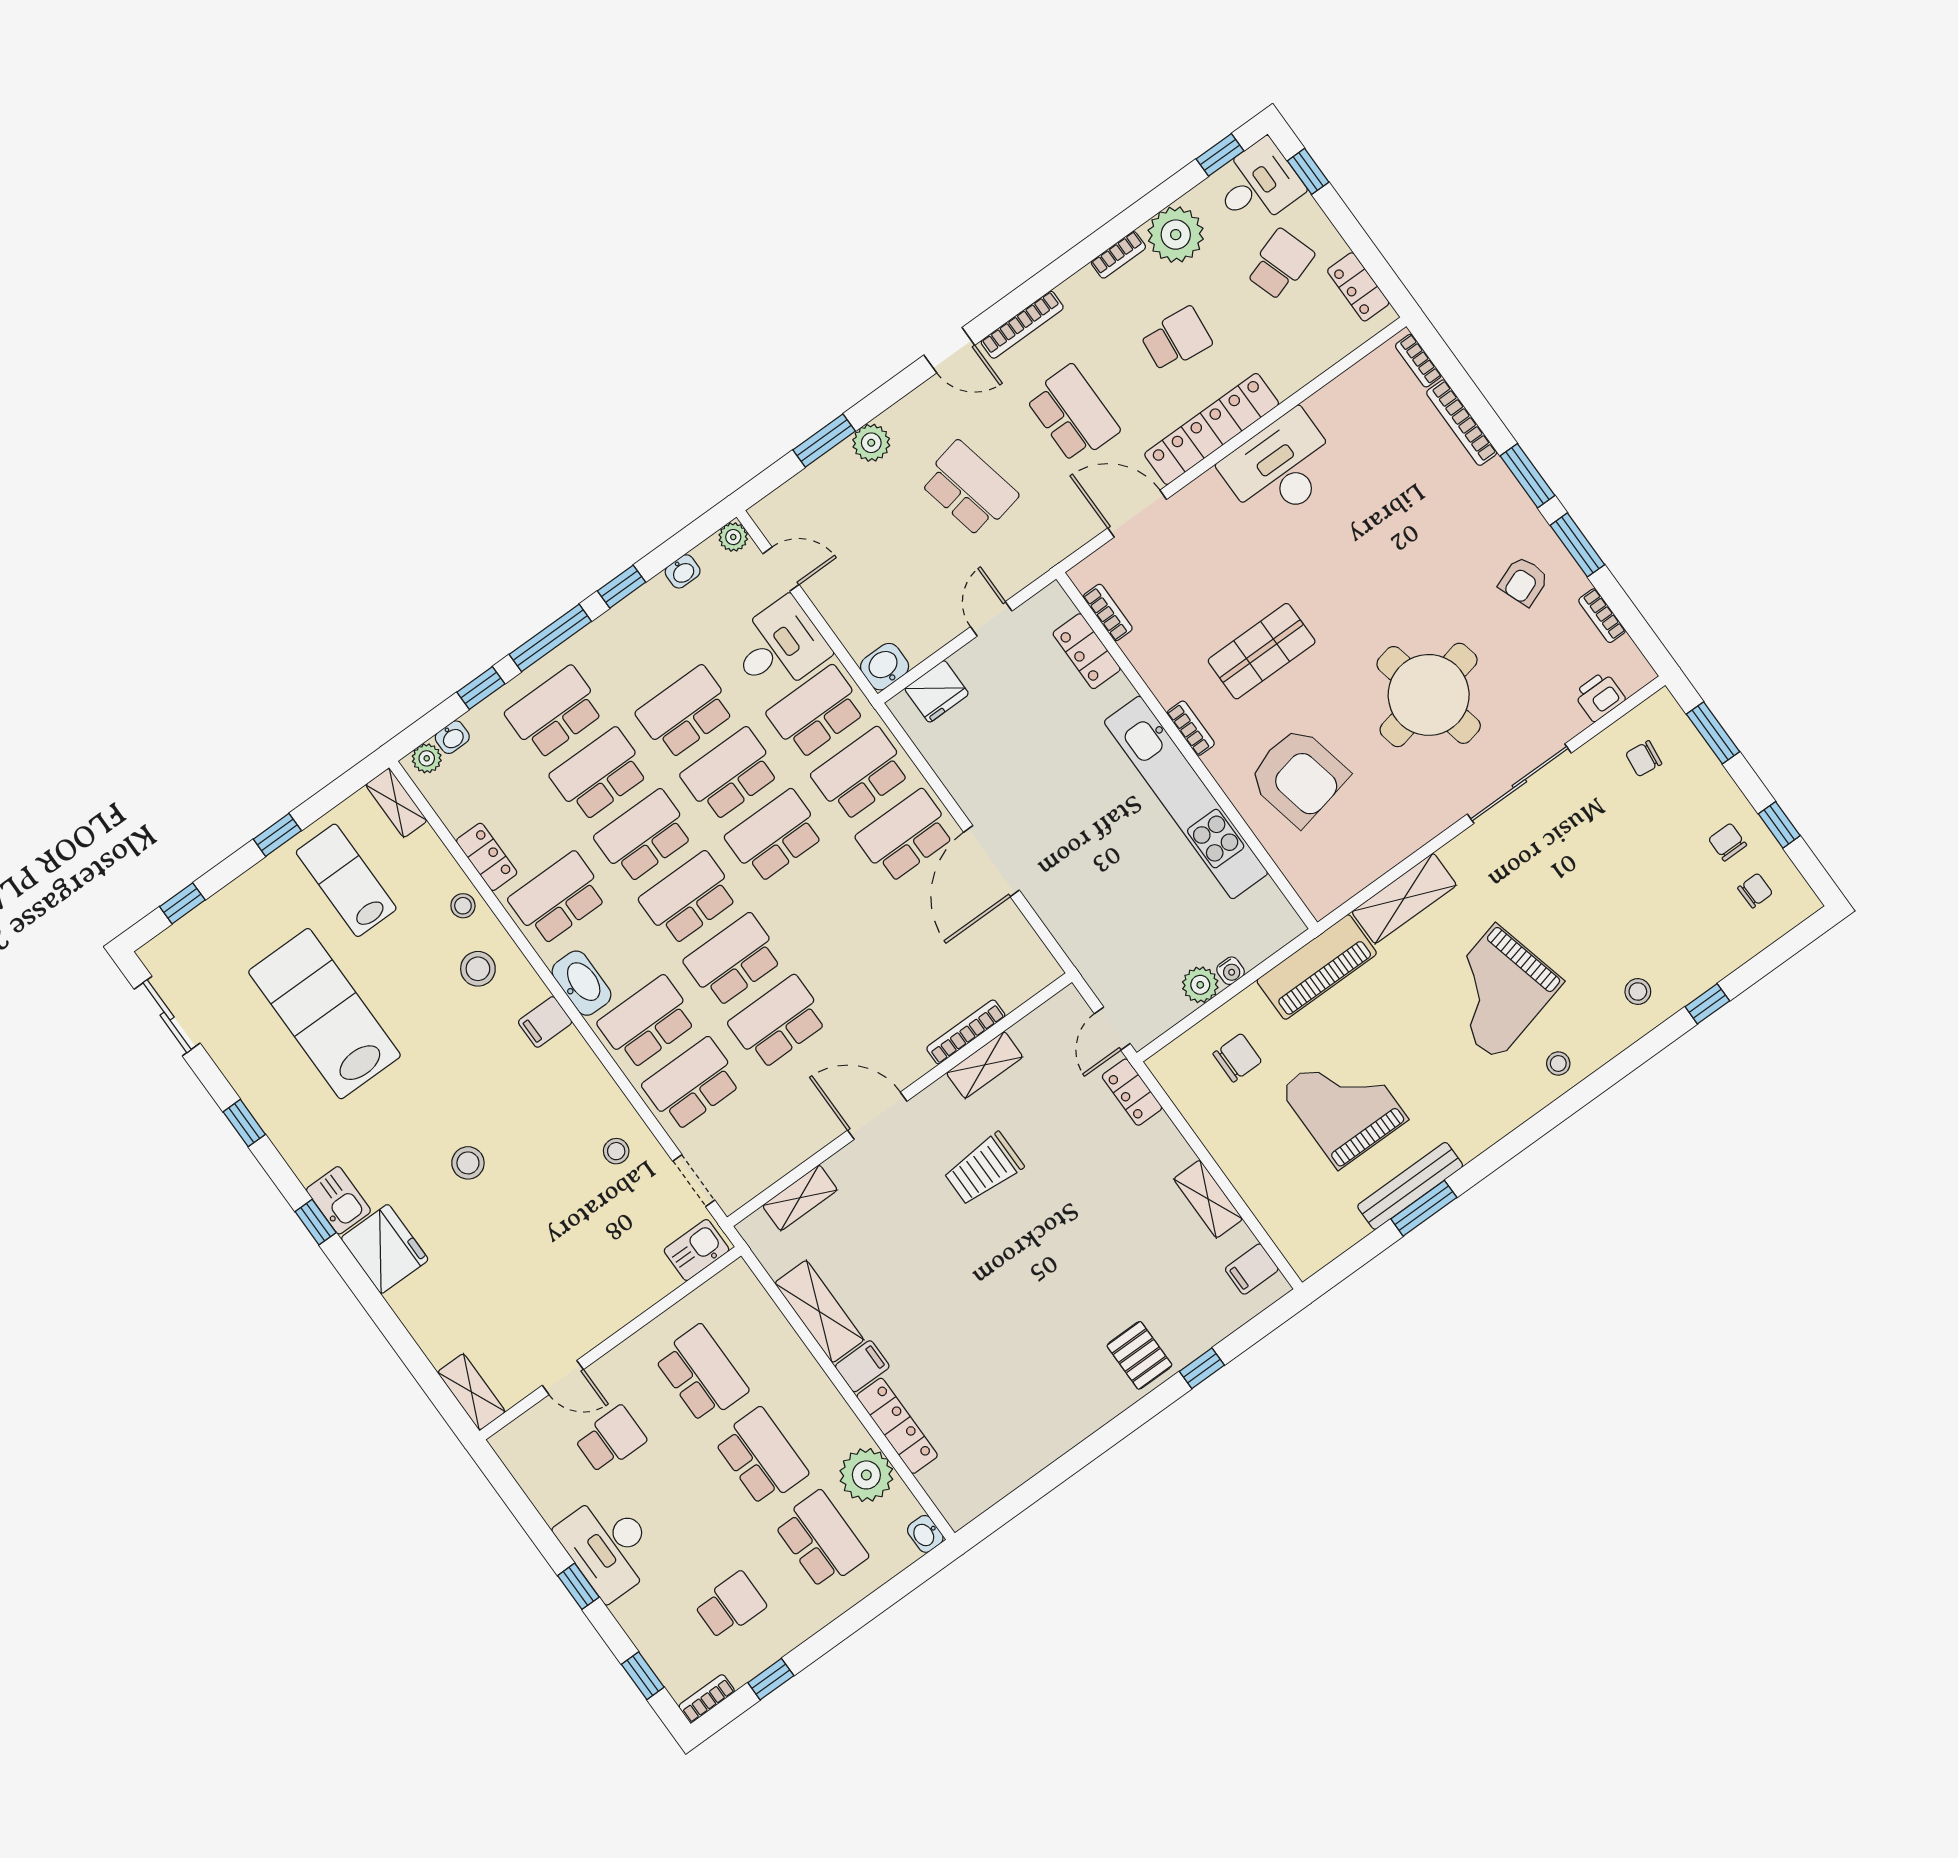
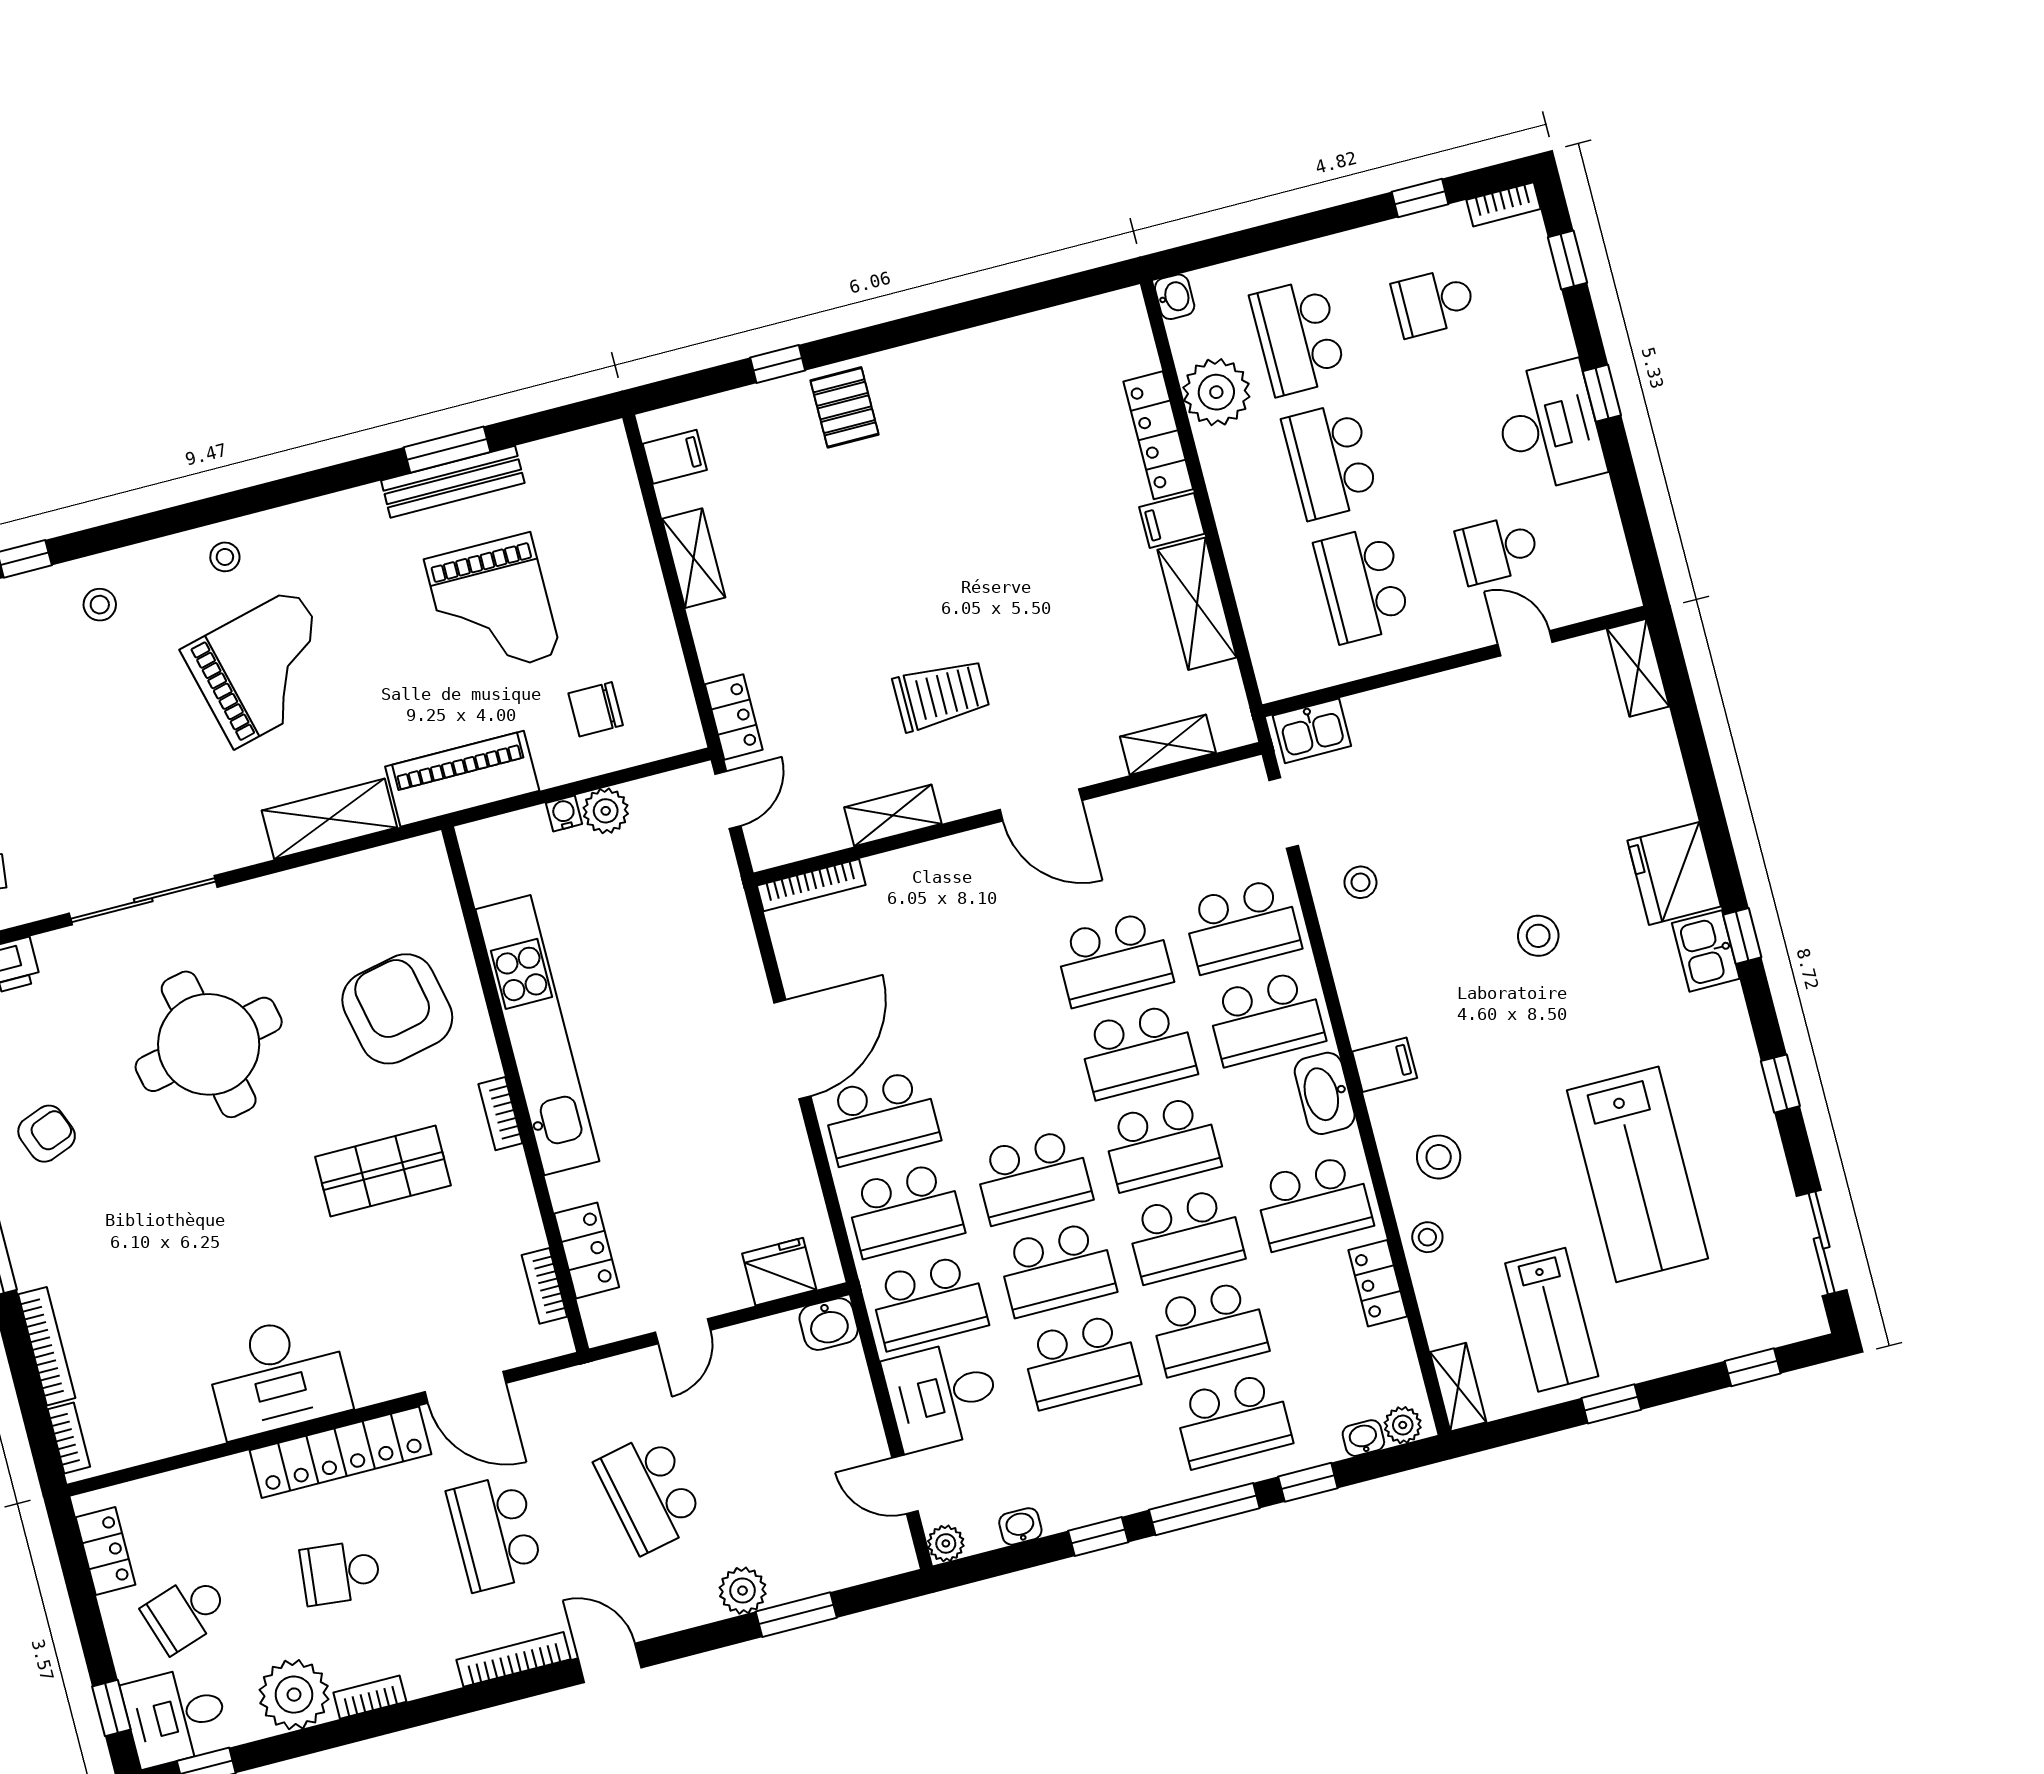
bookcase: (966, 1032) -> (811, 885), moved

